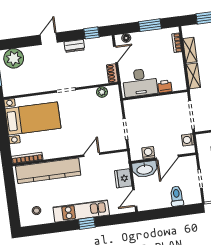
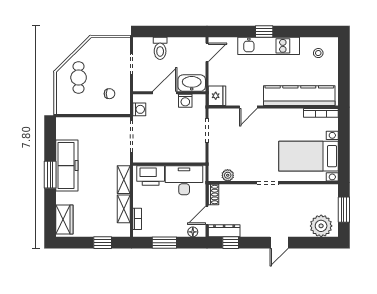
dresser: (74, 46) -> (224, 231), moved, width x1.44
printer: (165, 86) -> (151, 175), width x1.87, depth x1.48
fridge: (123, 178) -> (217, 96), moved

